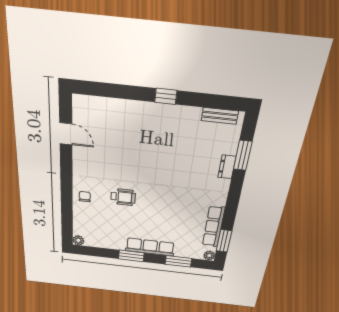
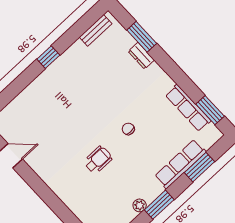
chair: (85, 197) -> (128, 129), moved
row of seats: (150, 247) -> (180, 164), moved
plant: (209, 256) -> (140, 205), moved

